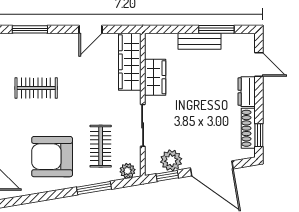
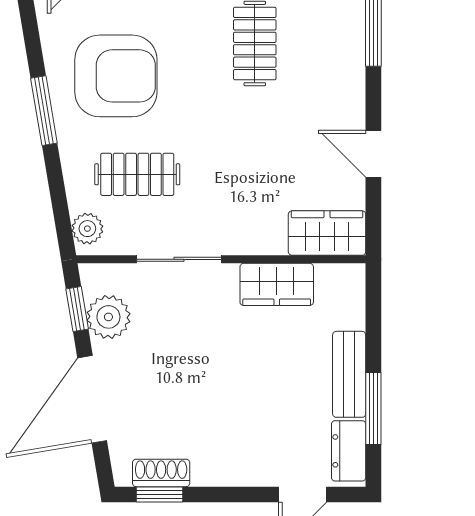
wardrobe: (130, 62) -> (327, 233), width x0.67
dresser: (247, 92) -> (349, 451), moved, turned -90
shoe rack: (248, 128) -> (161, 473), width x0.70
armchair: (52, 157) -> (116, 76), turned 90
window: (94, 188) -> (44, 111), moved

